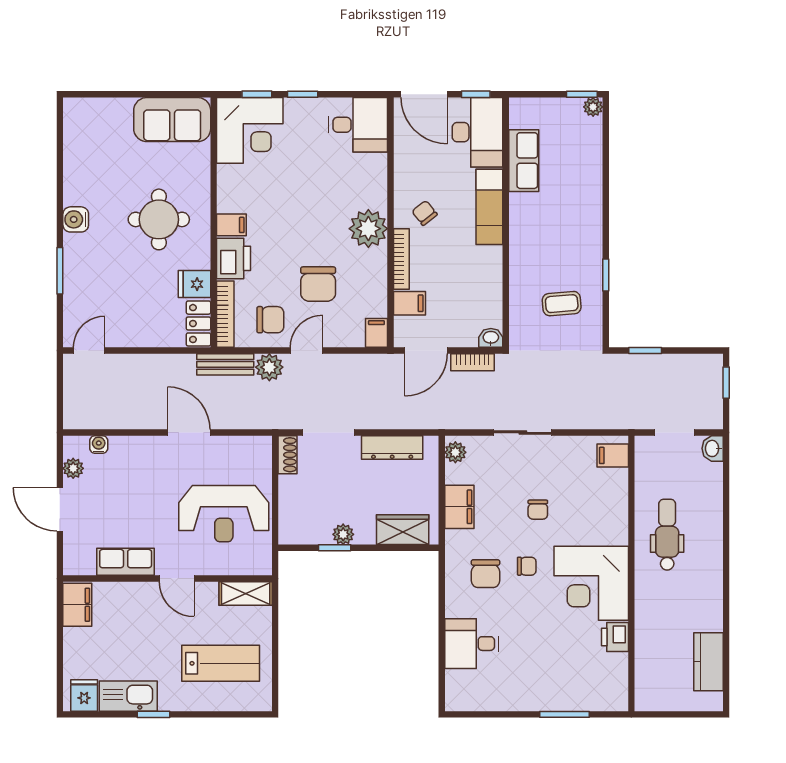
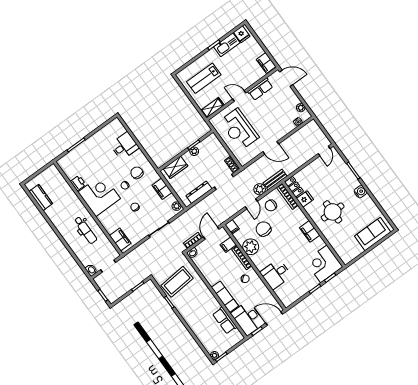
sofa: (172, 120) -> (373, 234), moved
desk: (358, 125) -> (276, 274), moved
filing cabinet: (231, 225) -> (310, 231), width x2.00
plant: (368, 229) -> (251, 247), moved
printer: (234, 258) -> (298, 217), removed
coffee table: (562, 304) -> (177, 282), width x1.86, depth x1.72
filing cabinet: (613, 455) -> (120, 239), width x2.00
door: (60, 509) -> (286, 78), moved
reception desk: (224, 514) -> (239, 129), turned -90

